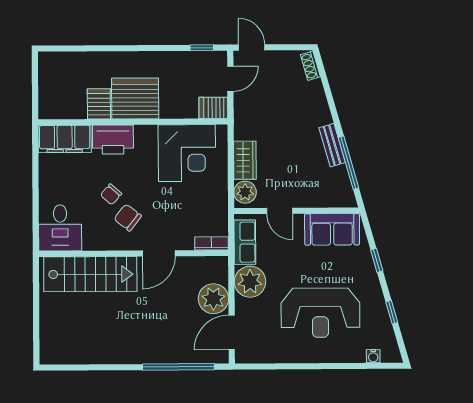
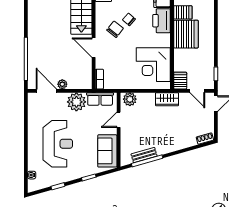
bench: (332, 145) -> (144, 155), moved
wardrobe: (245, 160) -> (167, 99), moved
plant: (213, 299) -> (62, 84), width x0.53, depth x0.53
reception desk: (320, 313) -> (58, 144), turned 180

